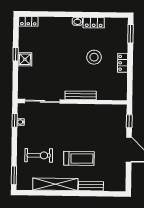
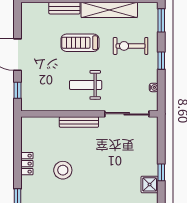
shower: (25, 59) -> (150, 184), moved
window: (15, 120) -> (161, 61), moved
weight bench: (75, 125) -> (86, 85), added

